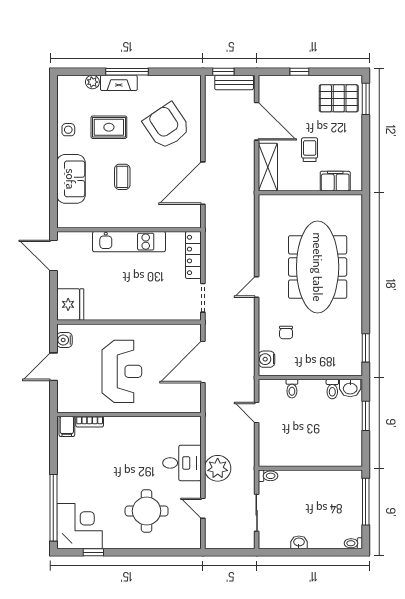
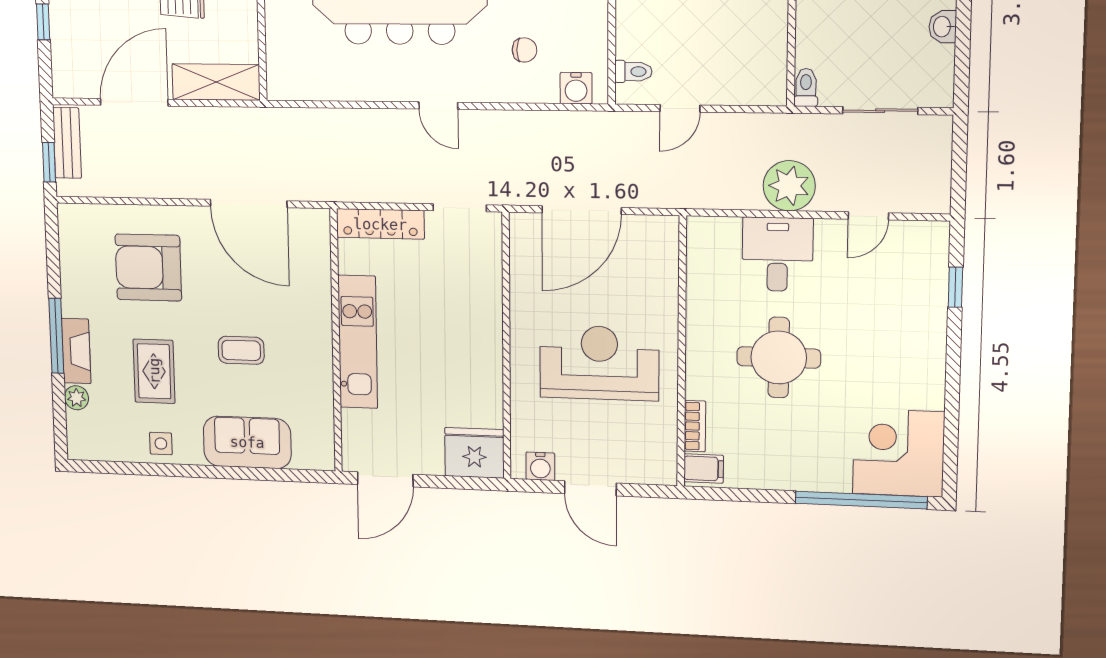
armchair: (167, 126) -> (148, 268), turned 34
door: (203, 362) -> (582, 210), hinge flipped
toilet: (292, 389) -> (633, 72), moved
round table: (147, 511) -> (779, 357), moved
window: (93, 552) -> (955, 287), moved

